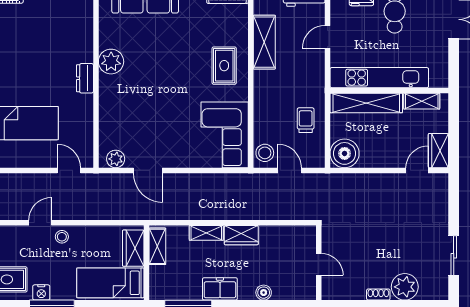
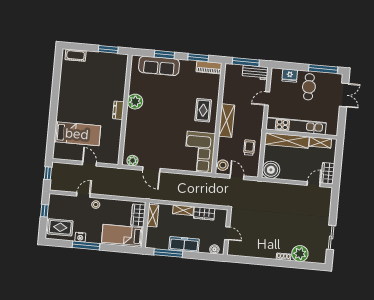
shelving: (264, 42) -> (227, 121), moved
door: (69, 170) -> (89, 164), moved
wall: (319, 263) -> (227, 232), moved
door: (319, 264) -> (227, 233), moved
freezer: (220, 289) -> (184, 244), width x1.40

